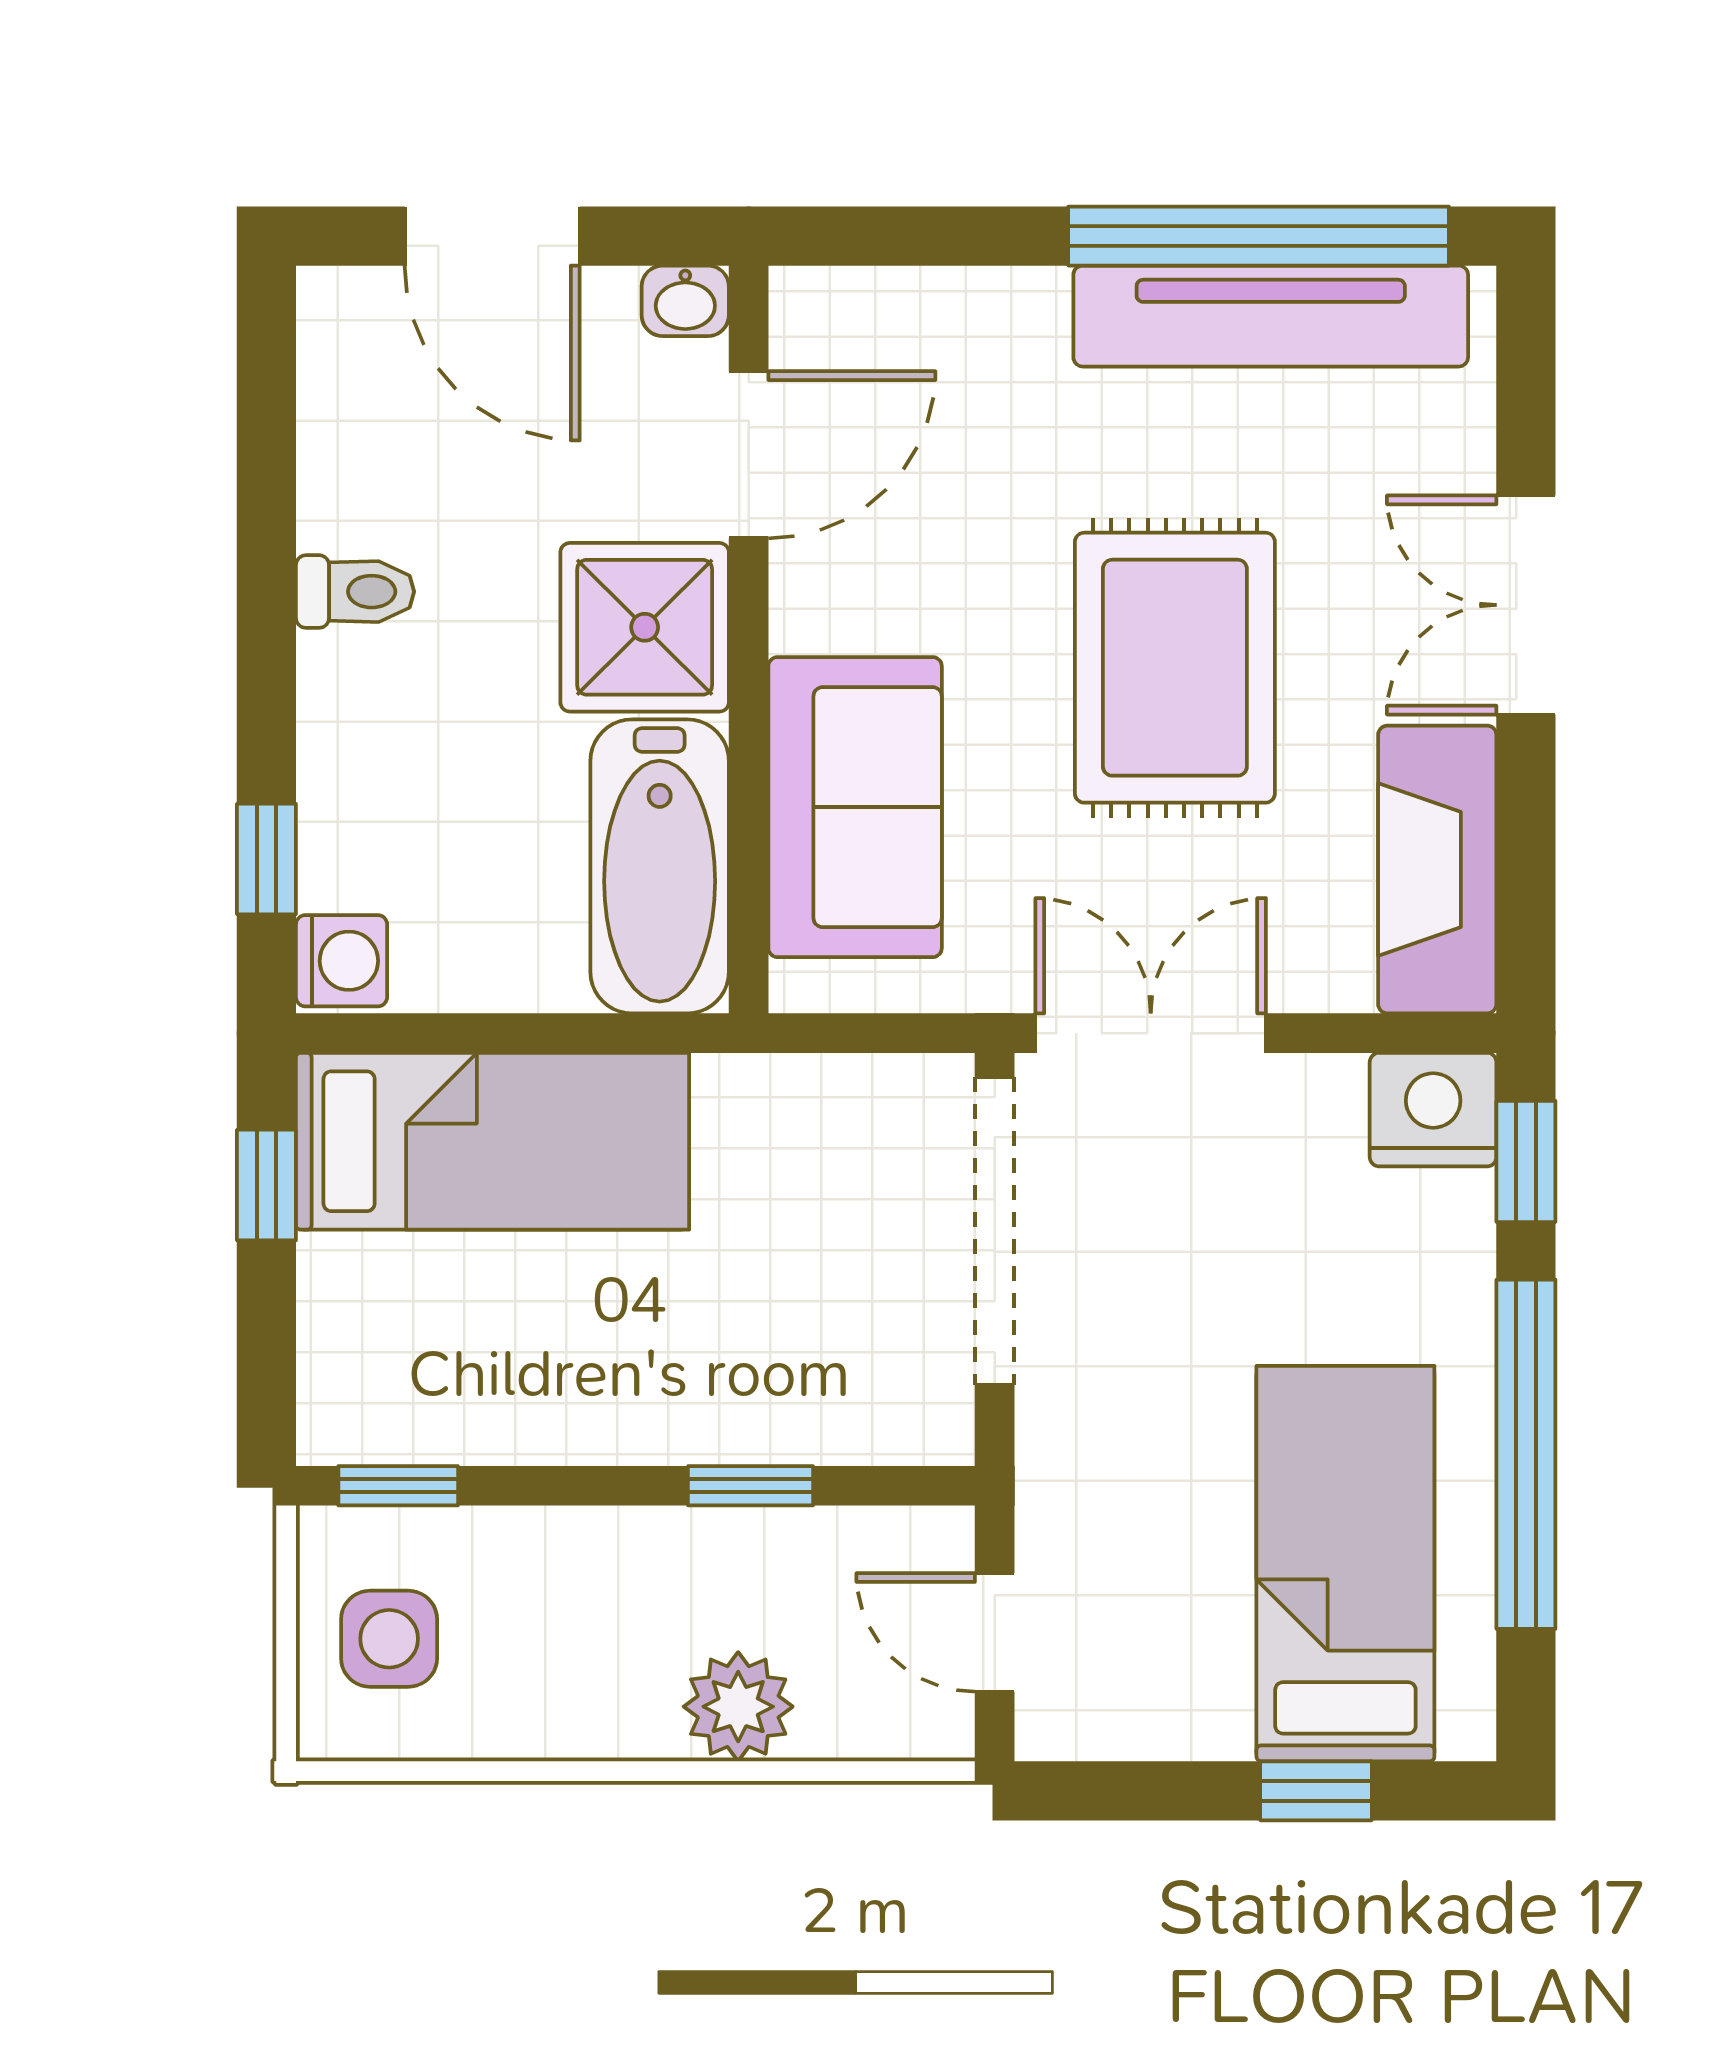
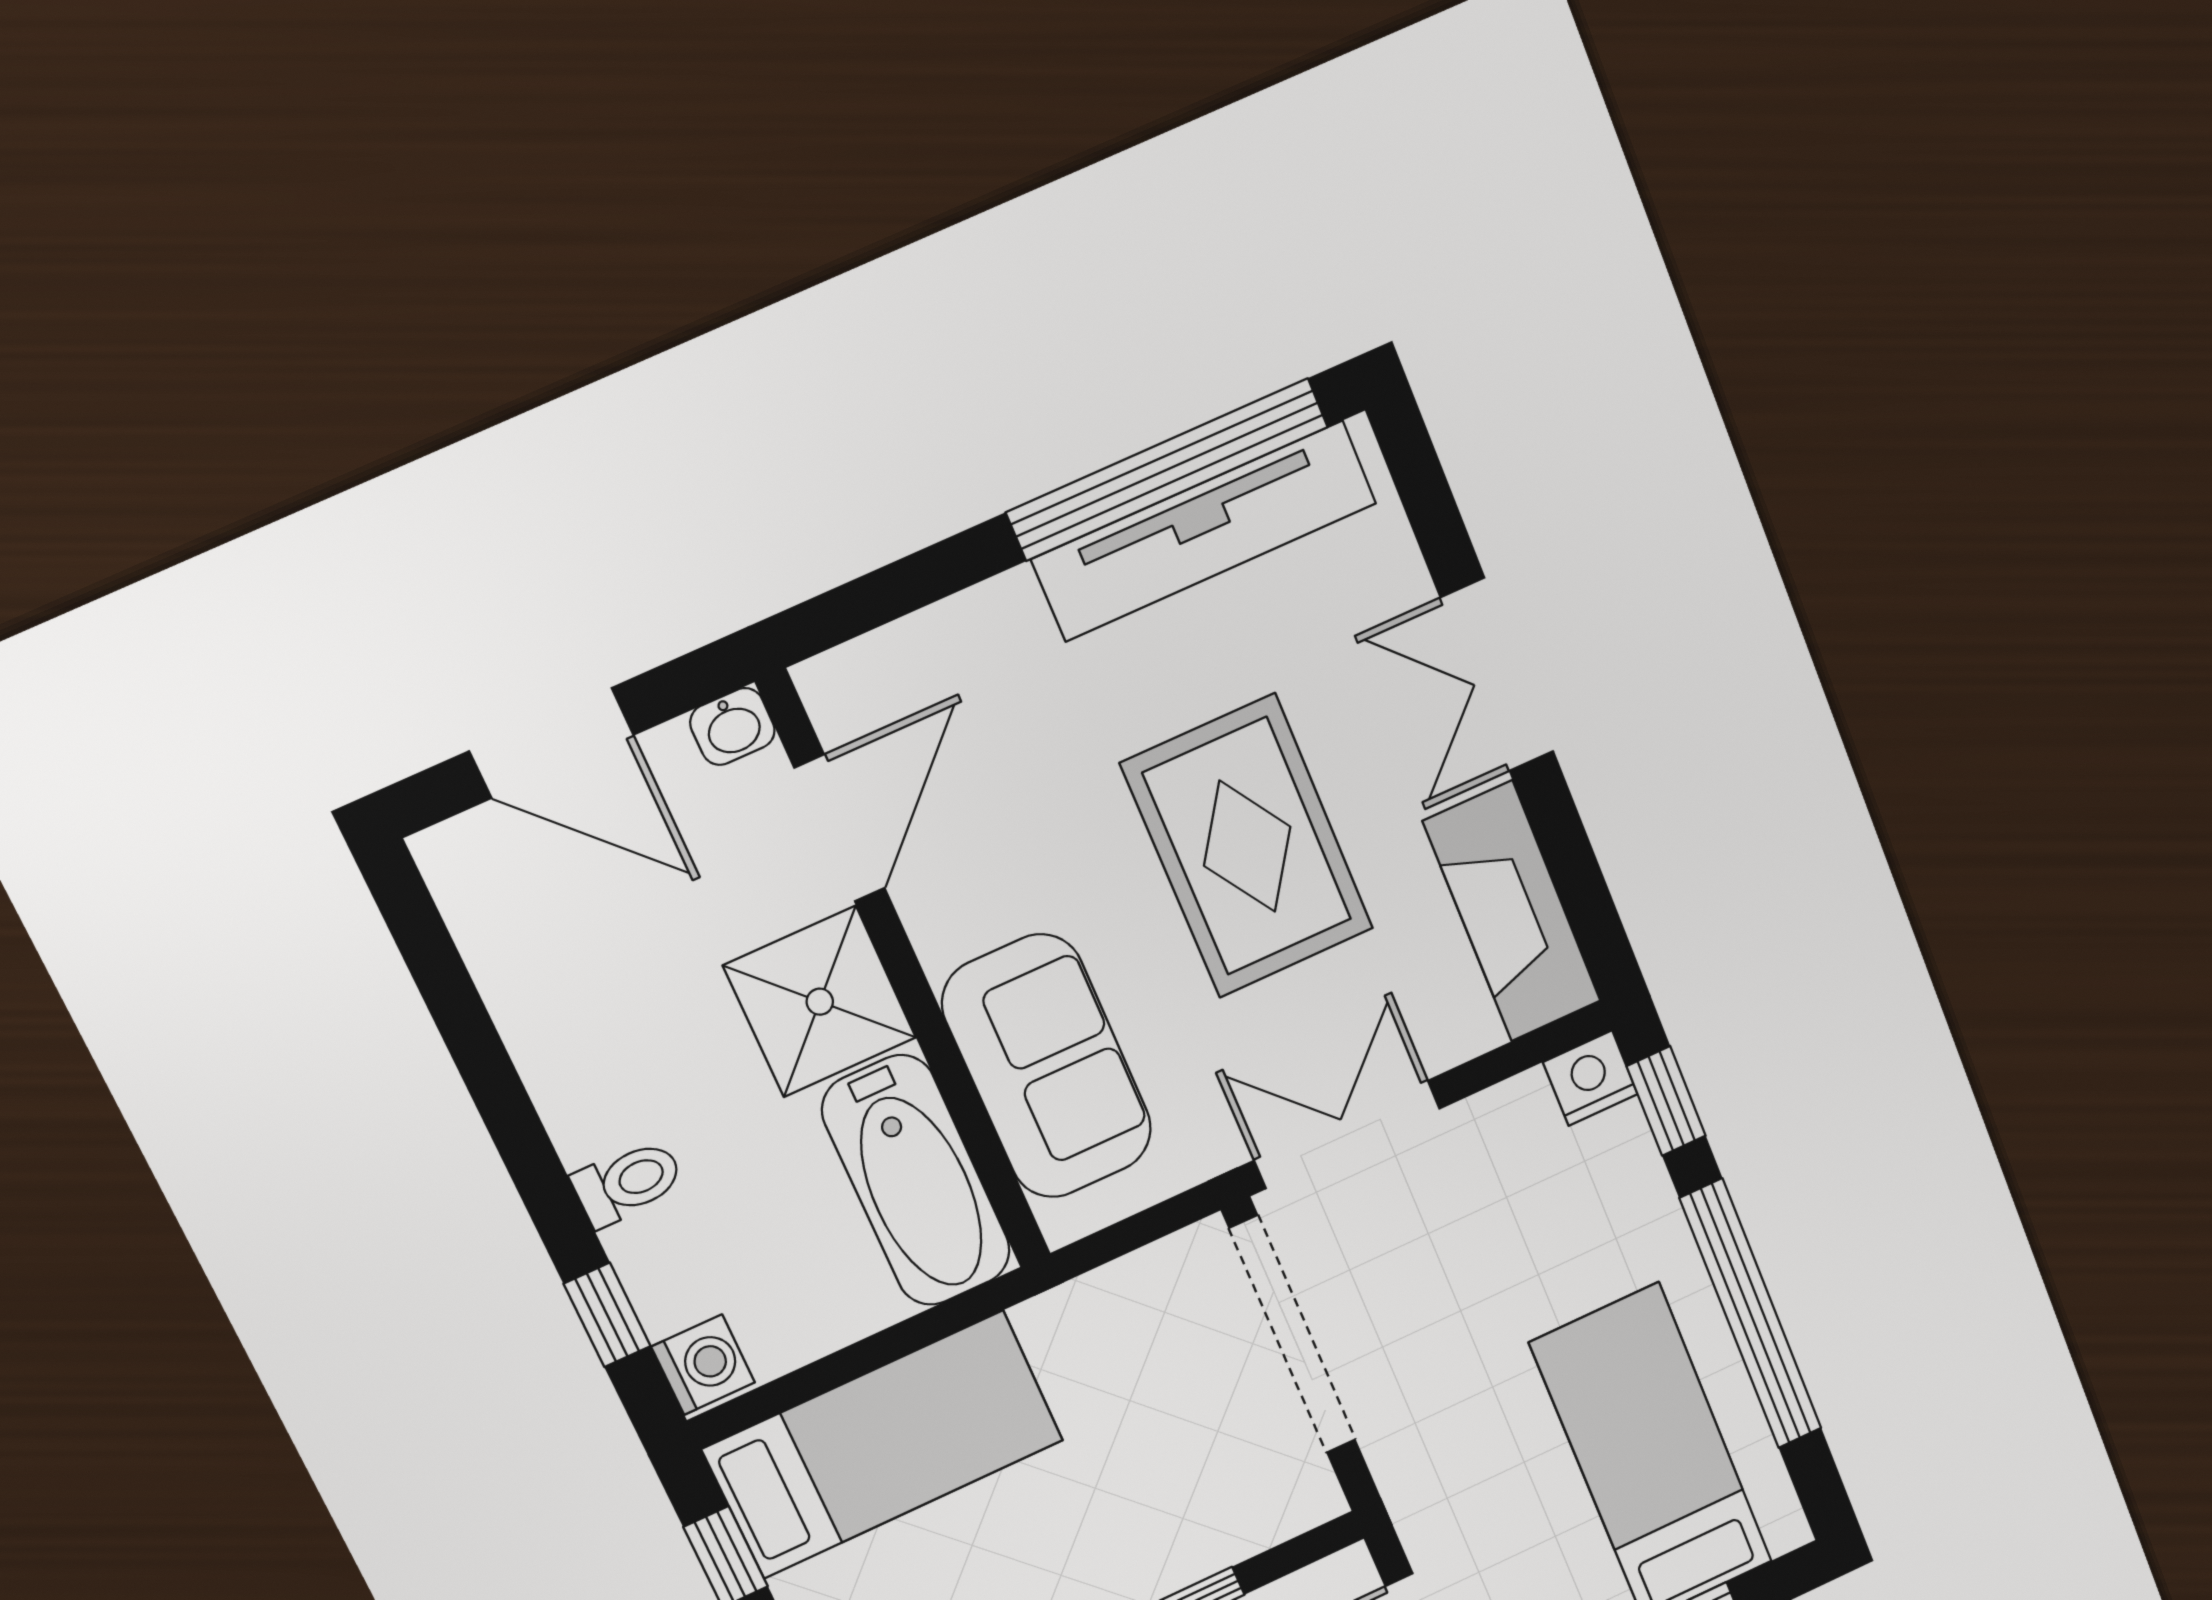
toilet: (355, 592) -> (628, 1183), moved
nightstand: (1433, 1110) -> (1590, 1078), width x0.74, depth x0.75

